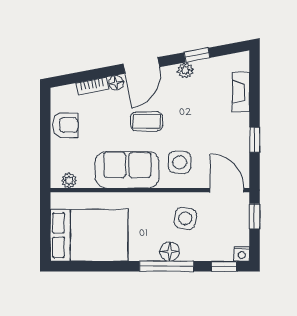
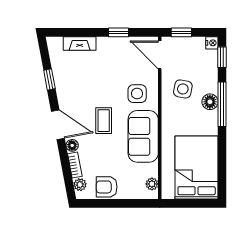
plant: (185, 70) -> (80, 185), moved
armchair: (65, 125) -> (107, 187), turned -90
door: (227, 190) -> (160, 55), hinge flipped

